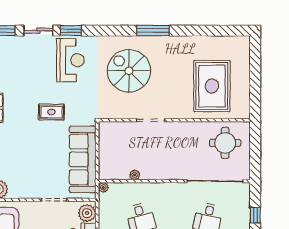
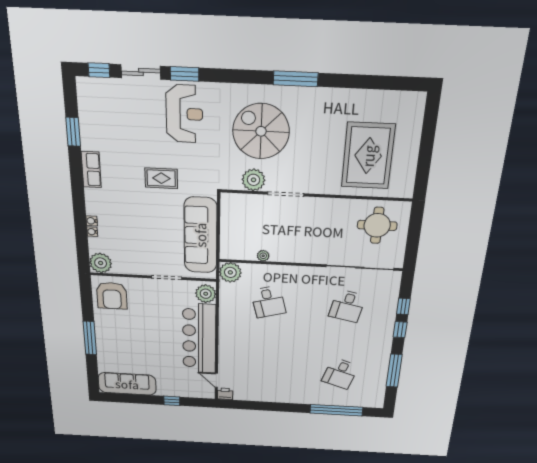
plant: (124, 110) -> (253, 180), added
plant: (103, 187) -> (230, 272), width x1.88, depth x1.88

